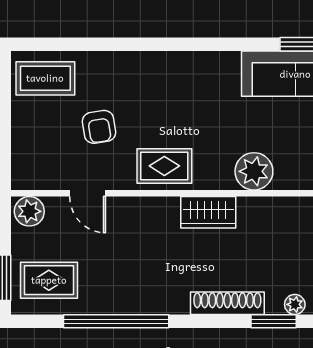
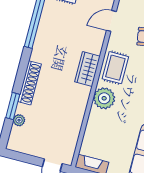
plant: (254, 171) -> (104, 98), moved
wardrobe: (208, 212) -> (87, 69), moved

